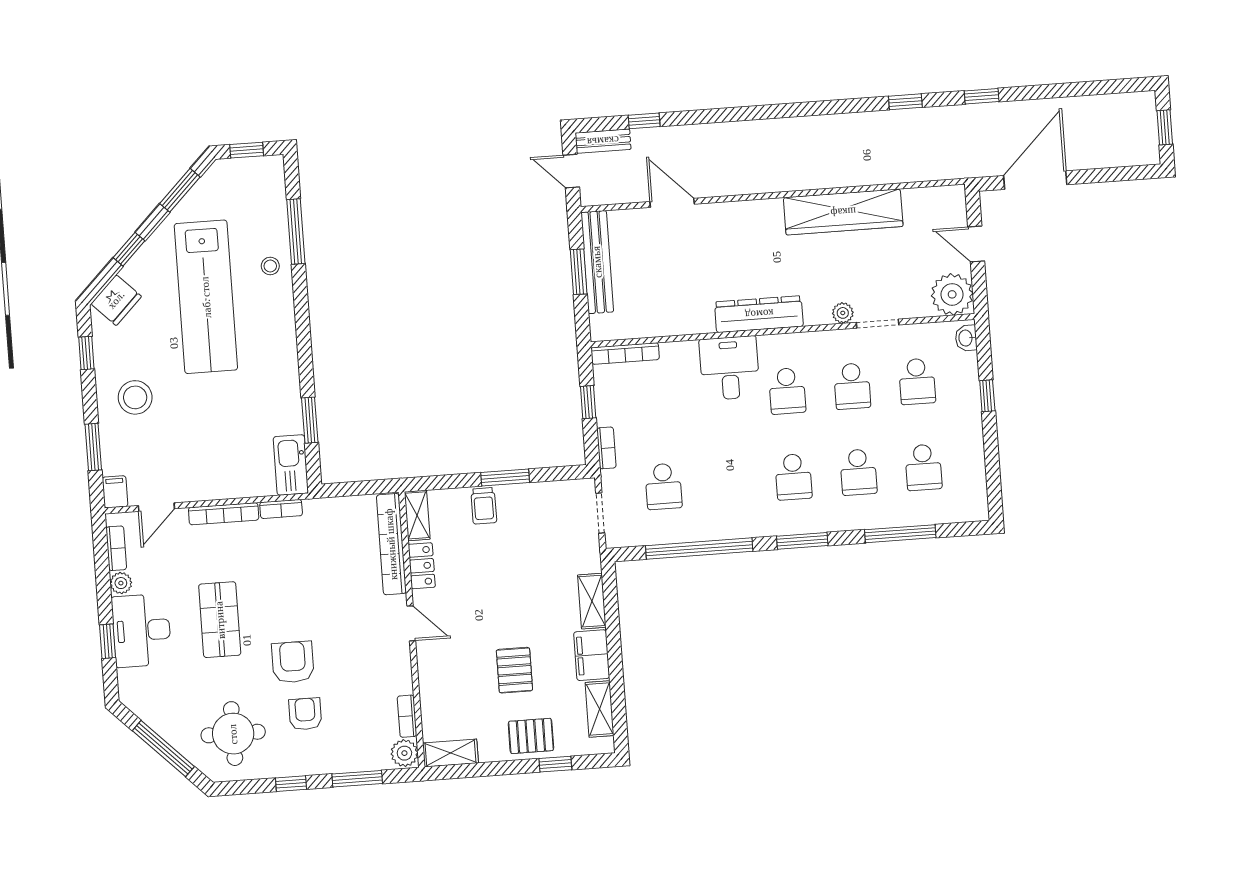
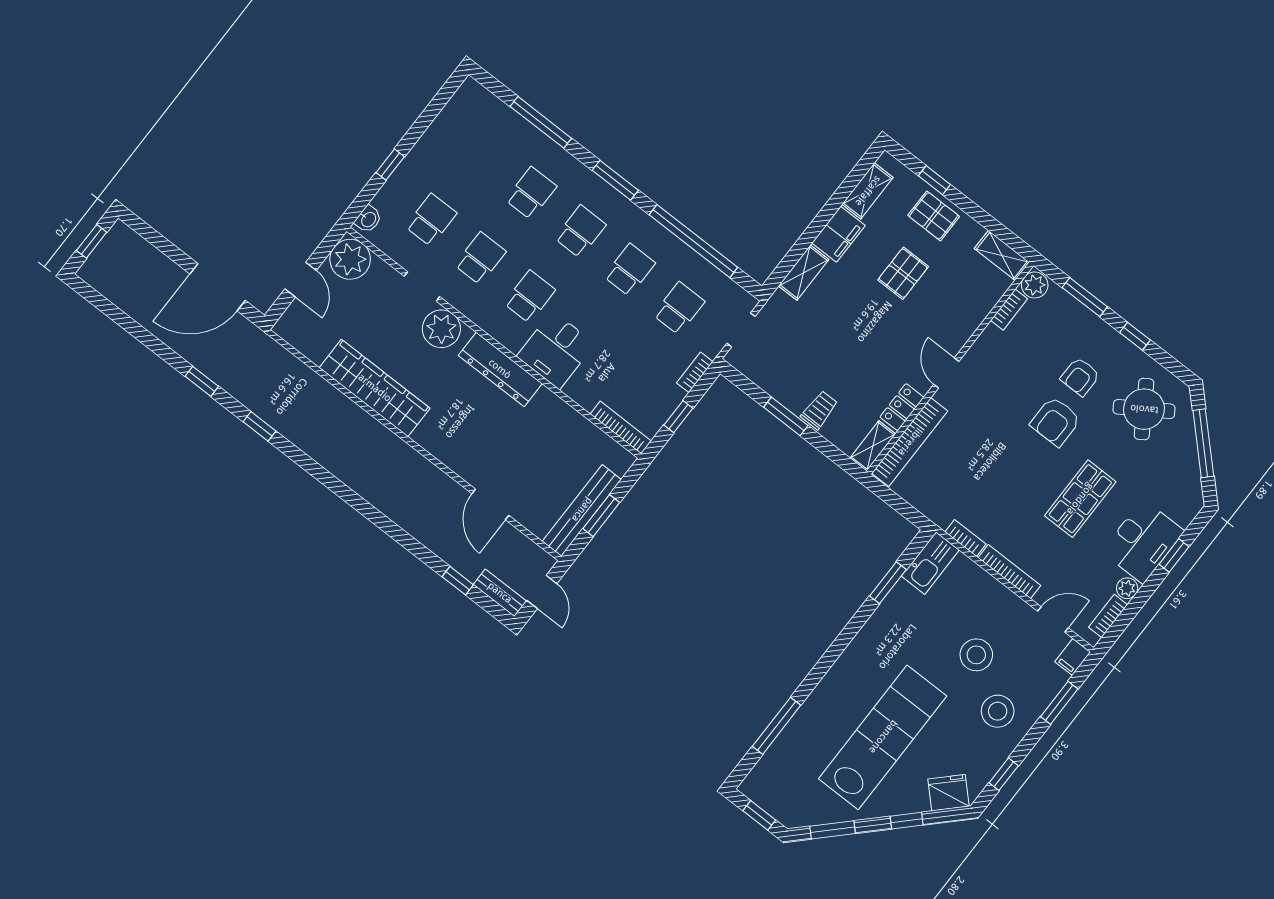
stool: (270, 266) -> (976, 655), moved, width x1.89, depth x1.89
plant: (843, 313) -> (441, 329), width x1.88, depth x1.88
school desk: (923, 467) -> (630, 270), moved
round table: (233, 734) -> (1144, 409), turned -33

